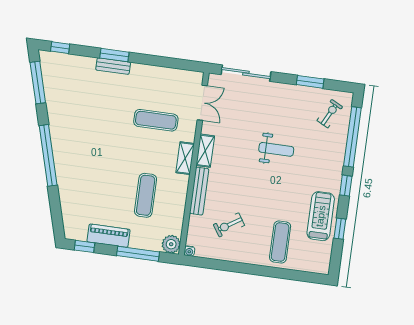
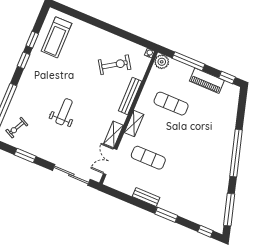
bench: (113, 66) -> (146, 197), moved
weight bench: (276, 149) -> (64, 112), turned 90
shelving: (205, 151) -> (113, 134), moved
window: (346, 186) -> (23, 60), moved
exercise mat: (146, 195) -> (171, 104), turned 90
treadmill: (321, 216) -> (56, 37), moved
exercise bike: (229, 225) -> (115, 65), width x1.38, depth x1.39
exercise mat: (280, 242) -> (80, 42), removed

